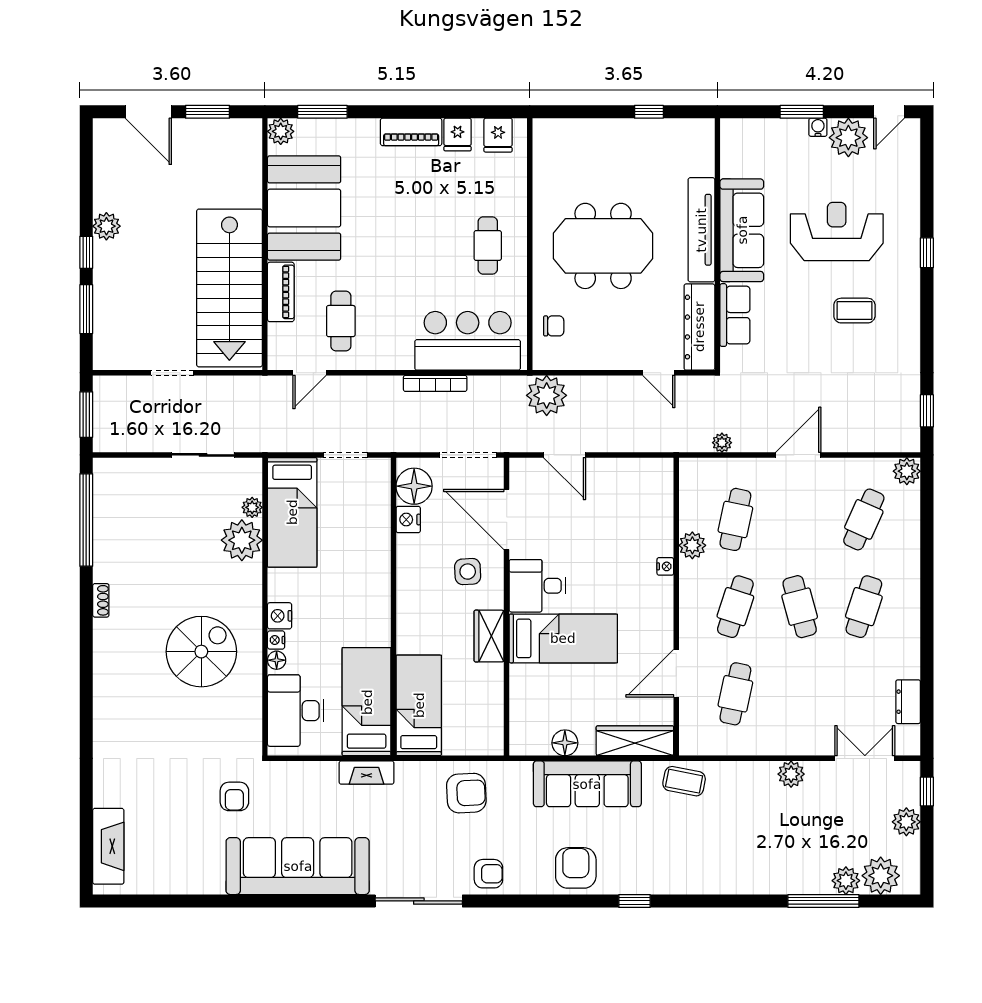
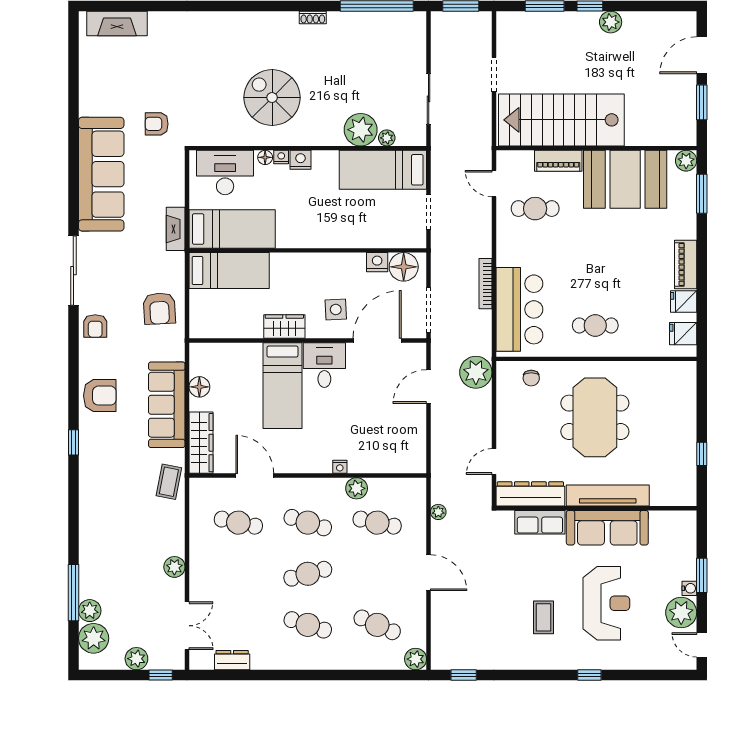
spiral stairs: (201, 652) -> (272, 98), turned 180

